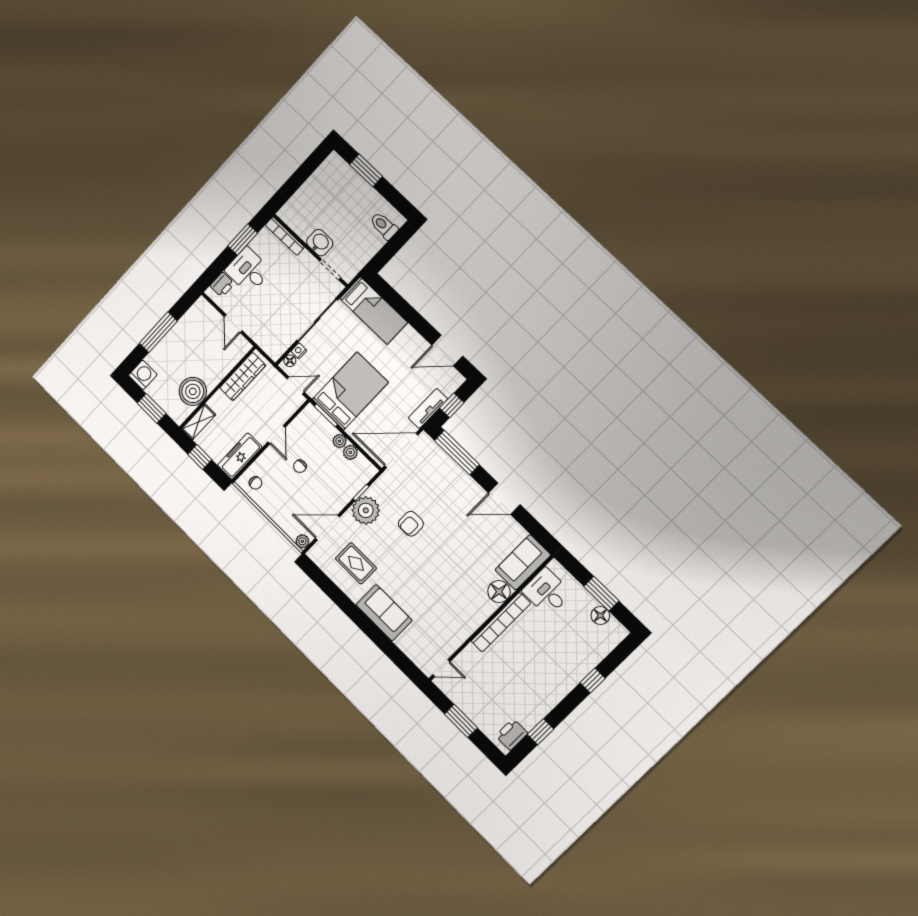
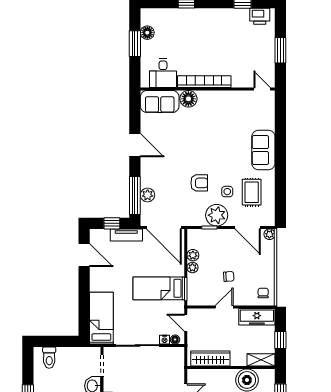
bed: (350, 391) -> (159, 288), width x0.67
plant: (446, 465) -> (148, 195), added
side table: (378, 542) -> (227, 192), added

